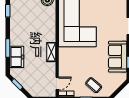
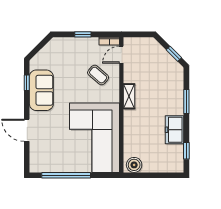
freezer: (17, 57) -> (174, 130), moved
coffee table: (94, 85) -> (98, 75), moved

